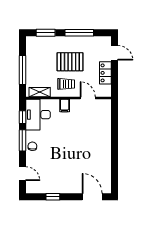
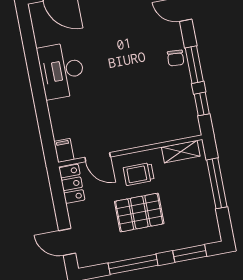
locker: (105, 73) -> (72, 184), moved
filing cabinet: (65, 106) -> (64, 151), moved
desk: (38, 115) -> (62, 71), moved, turned 180

